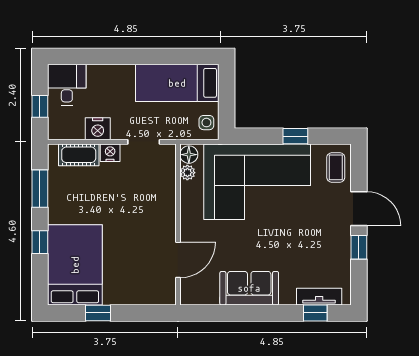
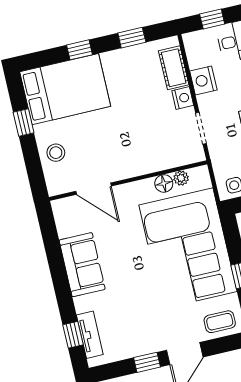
floor lamp: (189, 155) -> (164, 183), moved
window: (40, 189) -> (132, 38), width x0.67
stool: (135, 288) -> (56, 153), added

